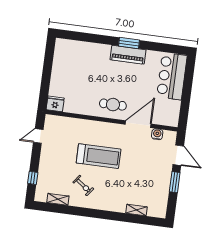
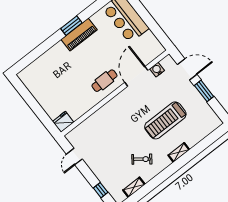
treadmill: (99, 156) -> (165, 120), moved, turned 180
shelving: (136, 210) -> (179, 152), moved

